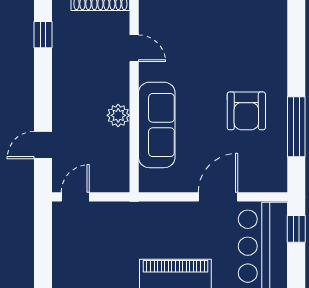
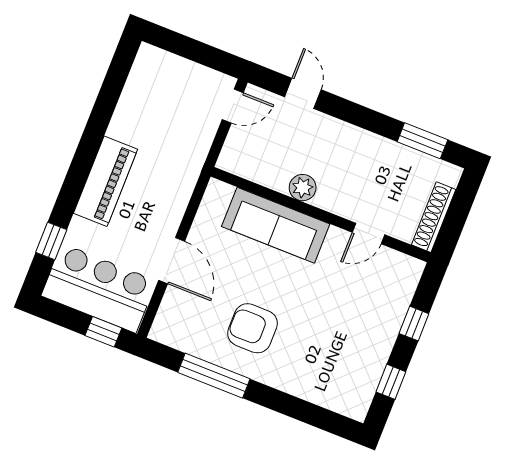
window: (43, 35) -> (422, 141), width x1.50
door: (75, 197) -> (233, 106), hinge flipped

